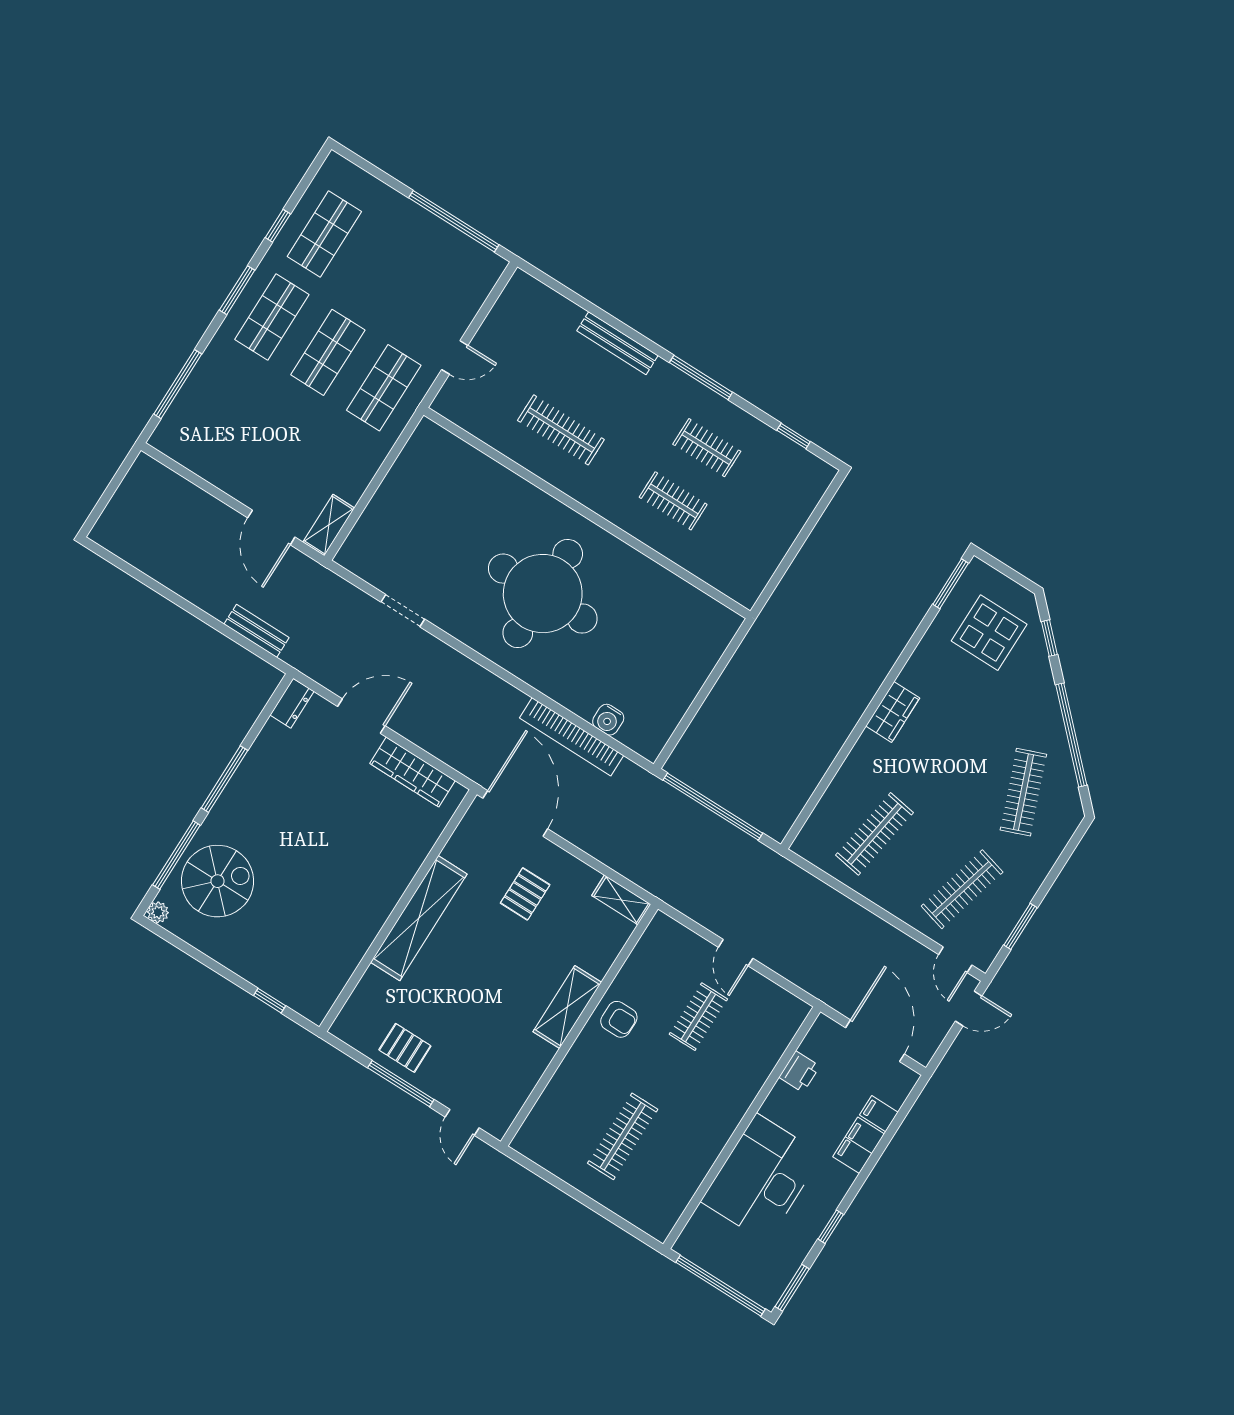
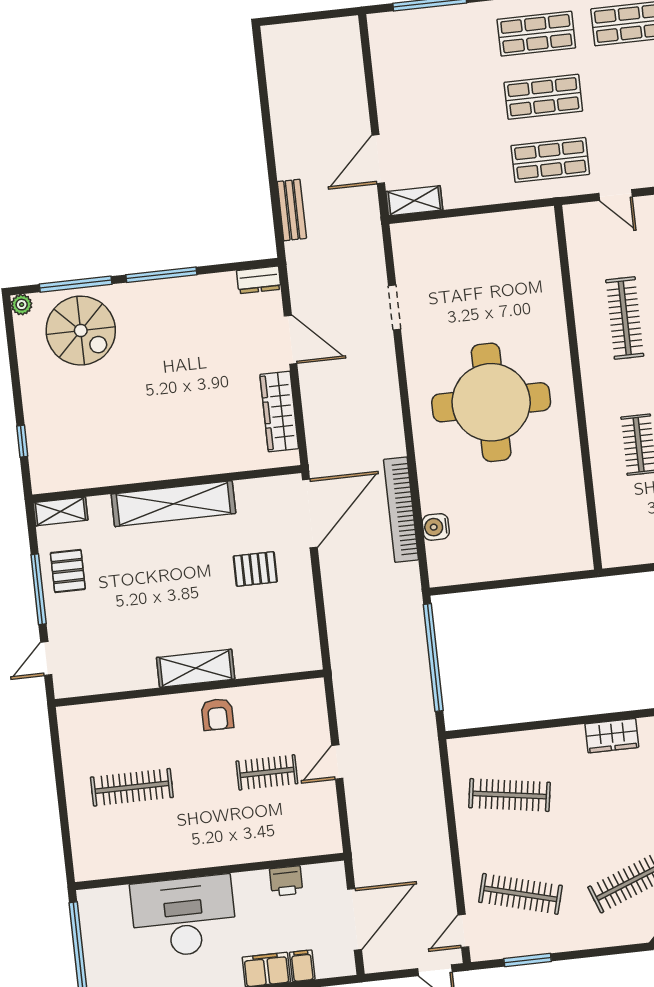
shelving: (621, 900) -> (60, 511), moved, turned 90

